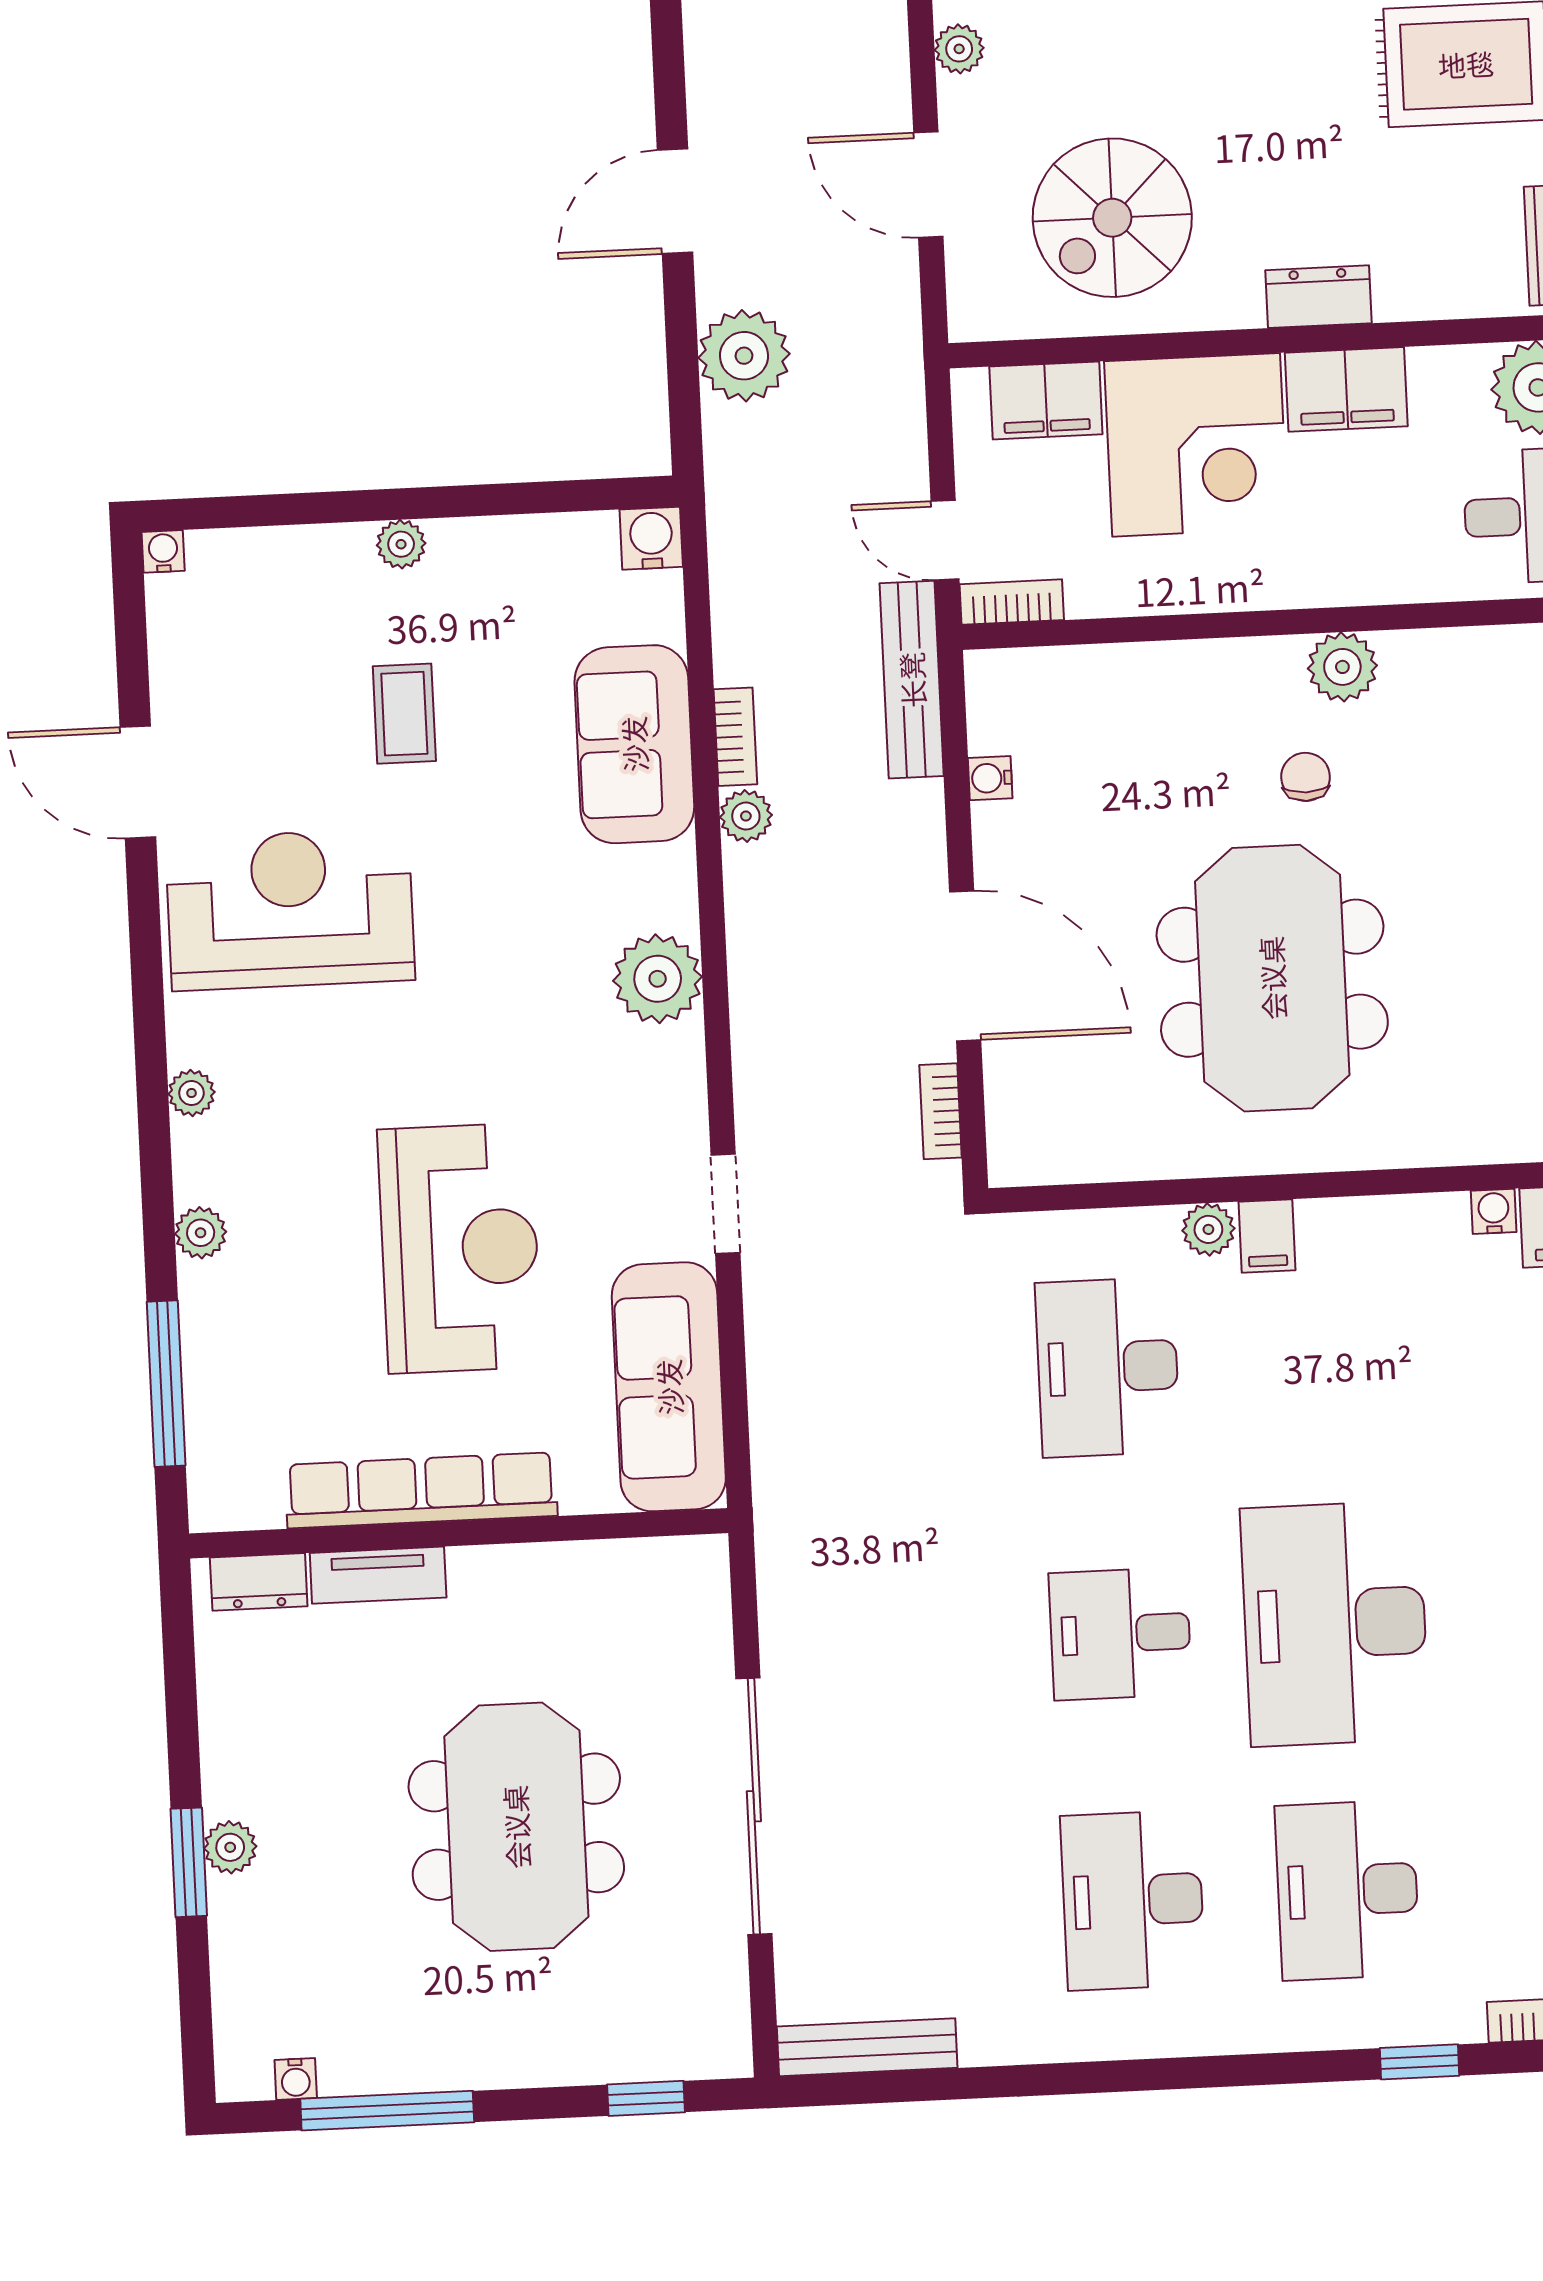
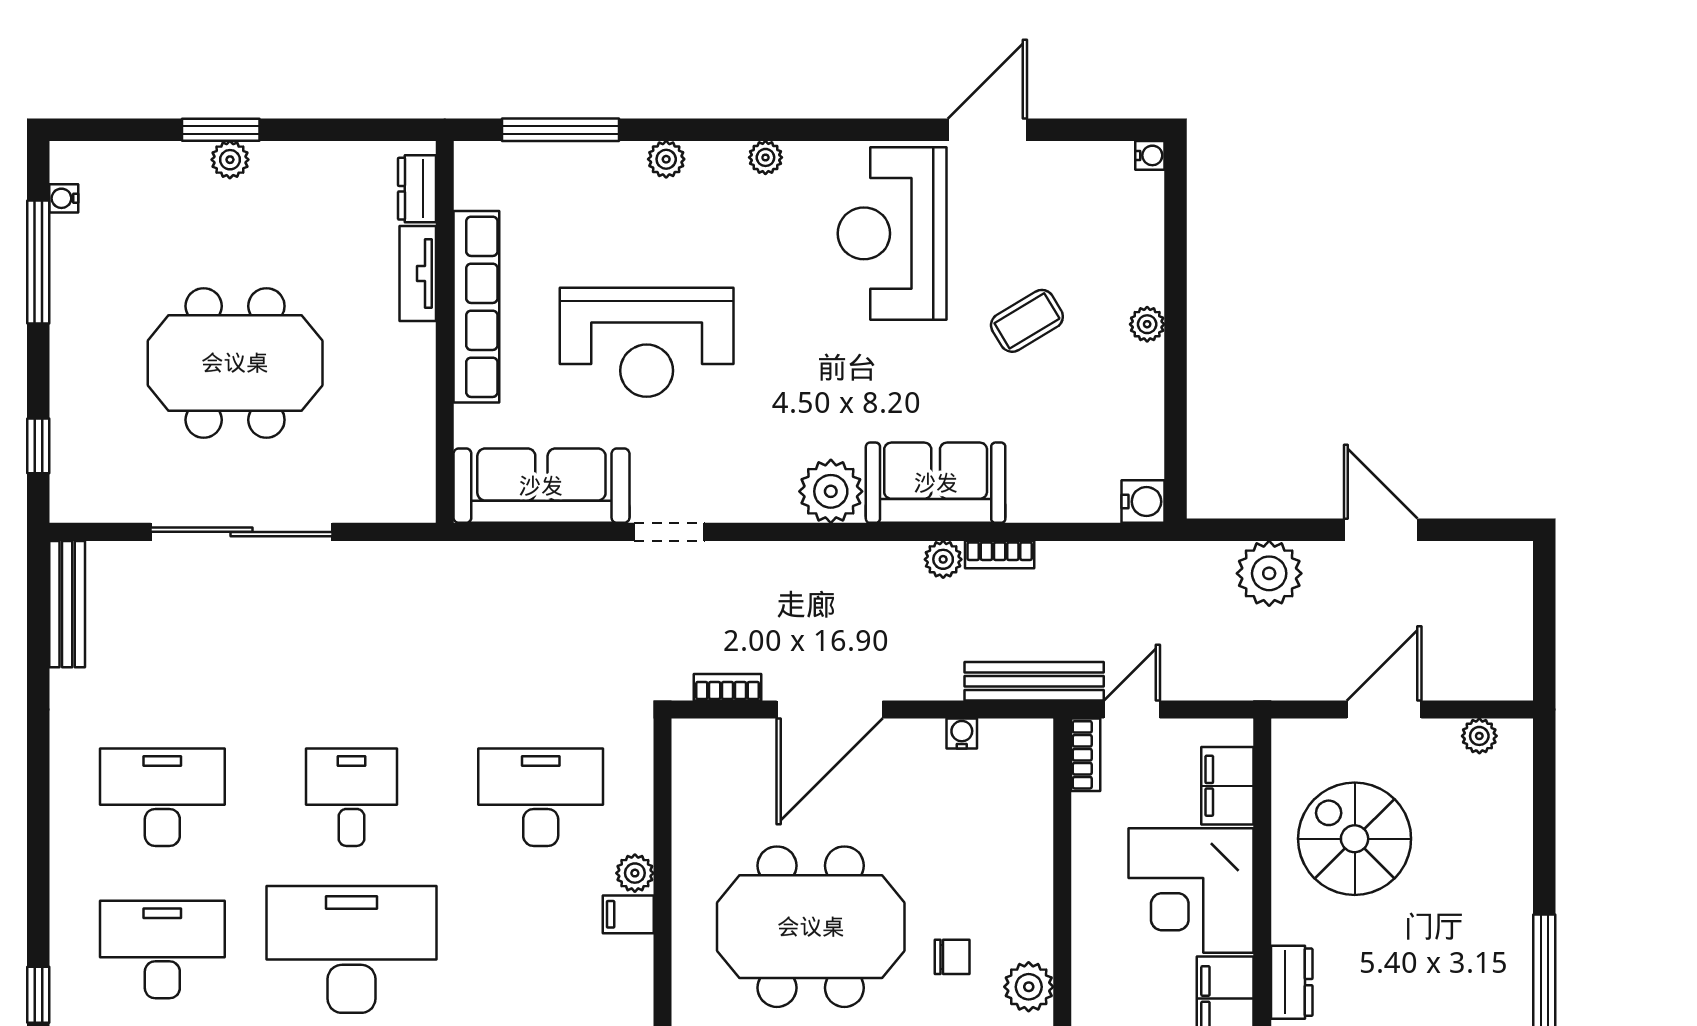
coffee table: (404, 714) -> (1027, 321), turned -31
sofa: (634, 744) -> (936, 483), moved
reception desk: (290, 909) -> (892, 233), turned 180

